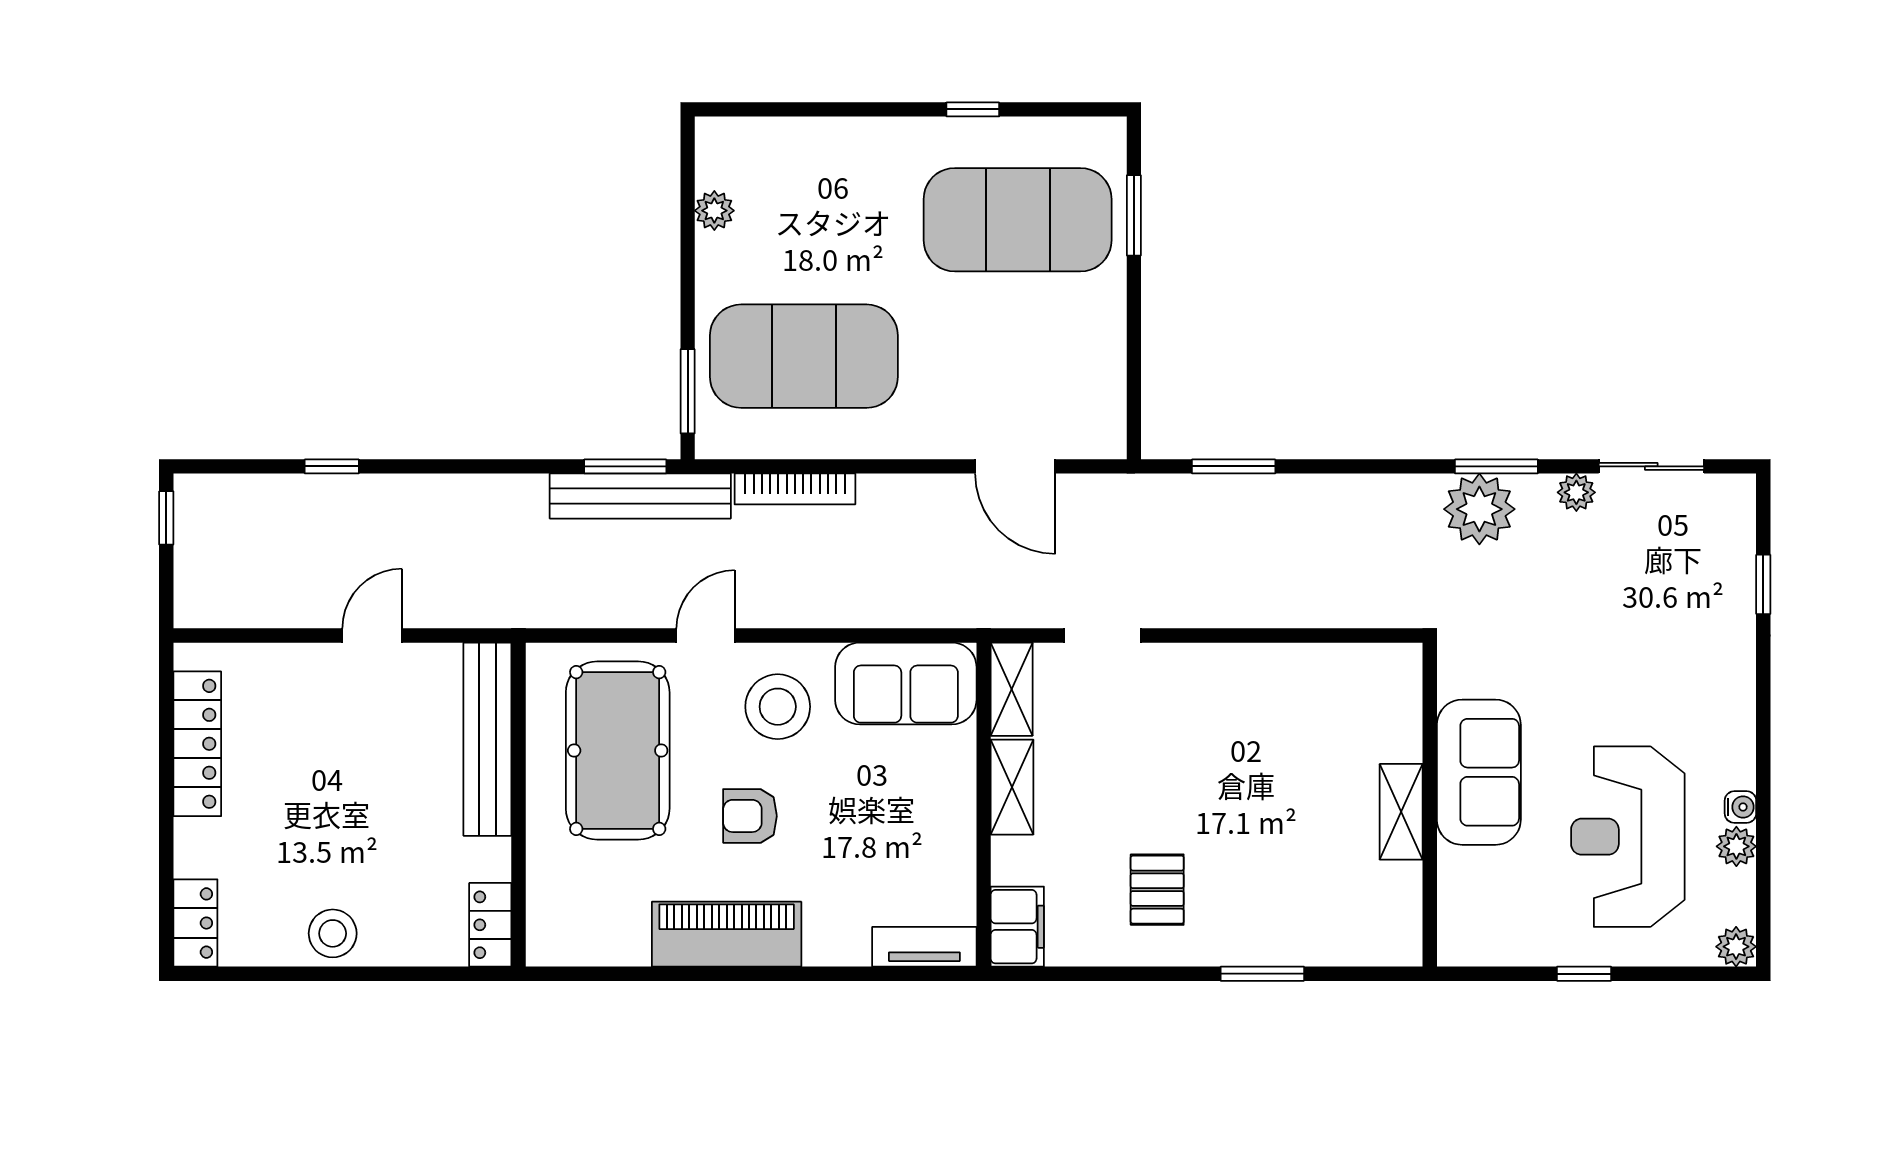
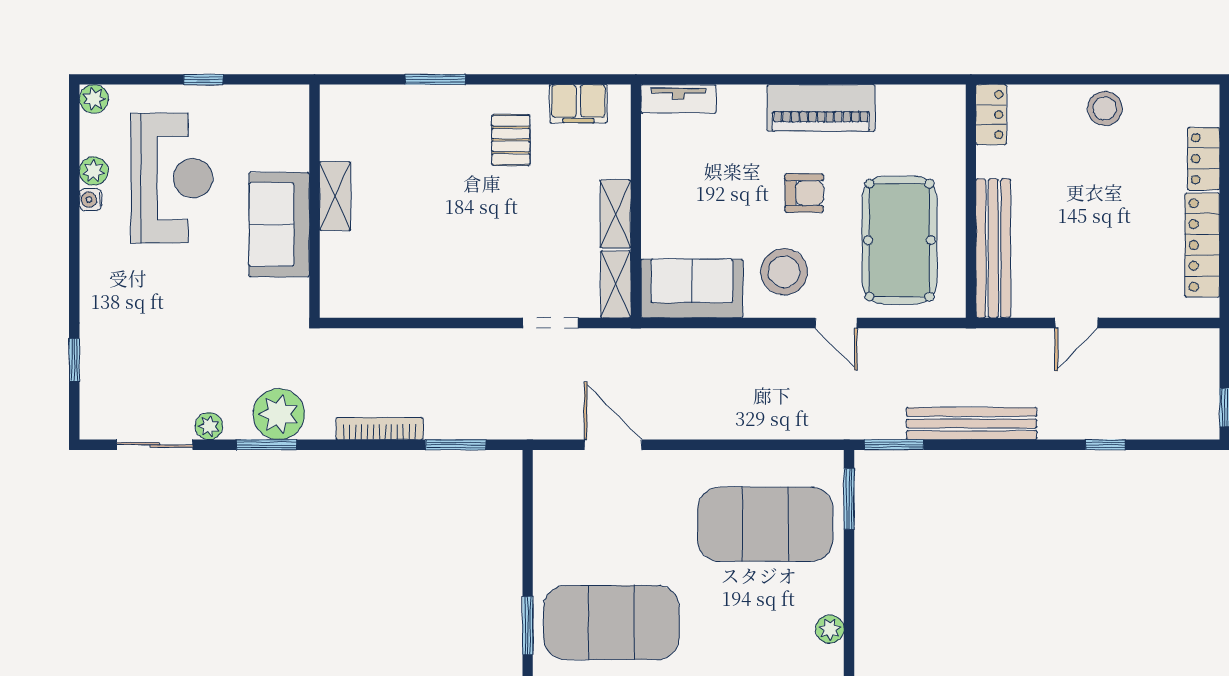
bookcase: (795, 489) -> (380, 429), moved
bench: (640, 496) -> (972, 424), moved
door: (706, 636) -> (836, 323), hinge flipped
locker: (195, 923) -> (1204, 159), moved
filing cabinet: (1017, 927) -> (578, 104), moved, turned -90

